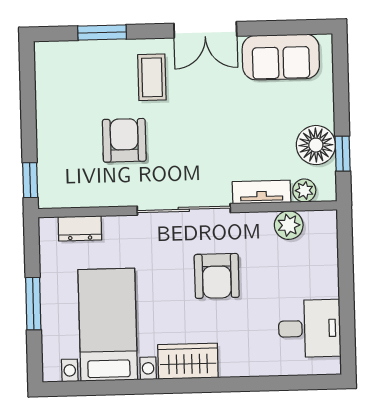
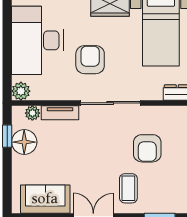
plant: (289, 225) -> (21, 91), moved
desk: (309, 328) -> (37, 40), width x1.87, depth x1.30

